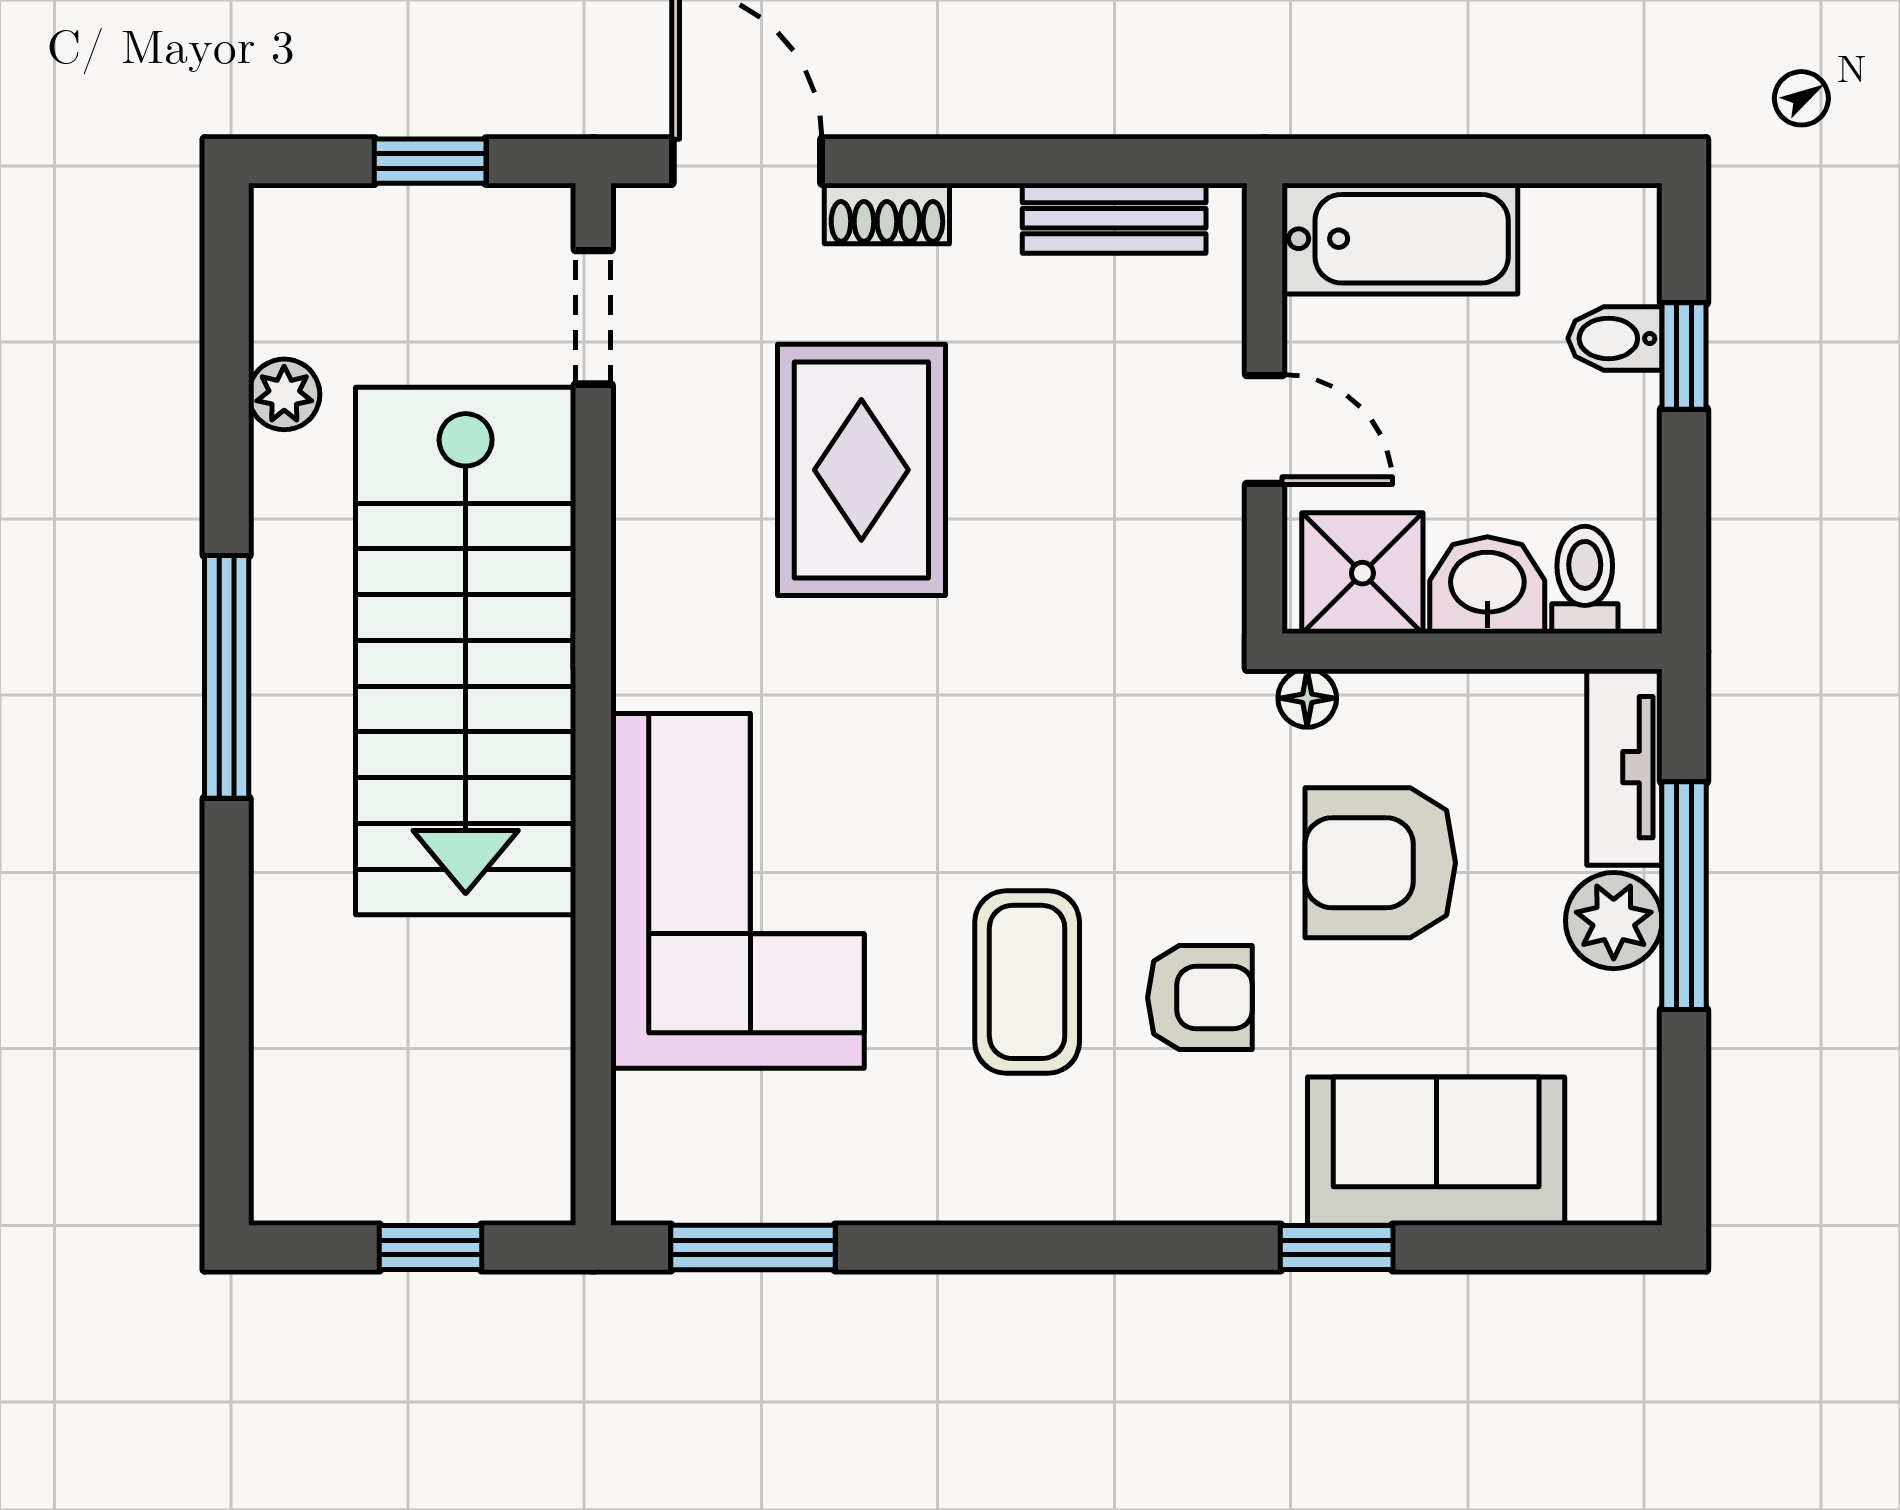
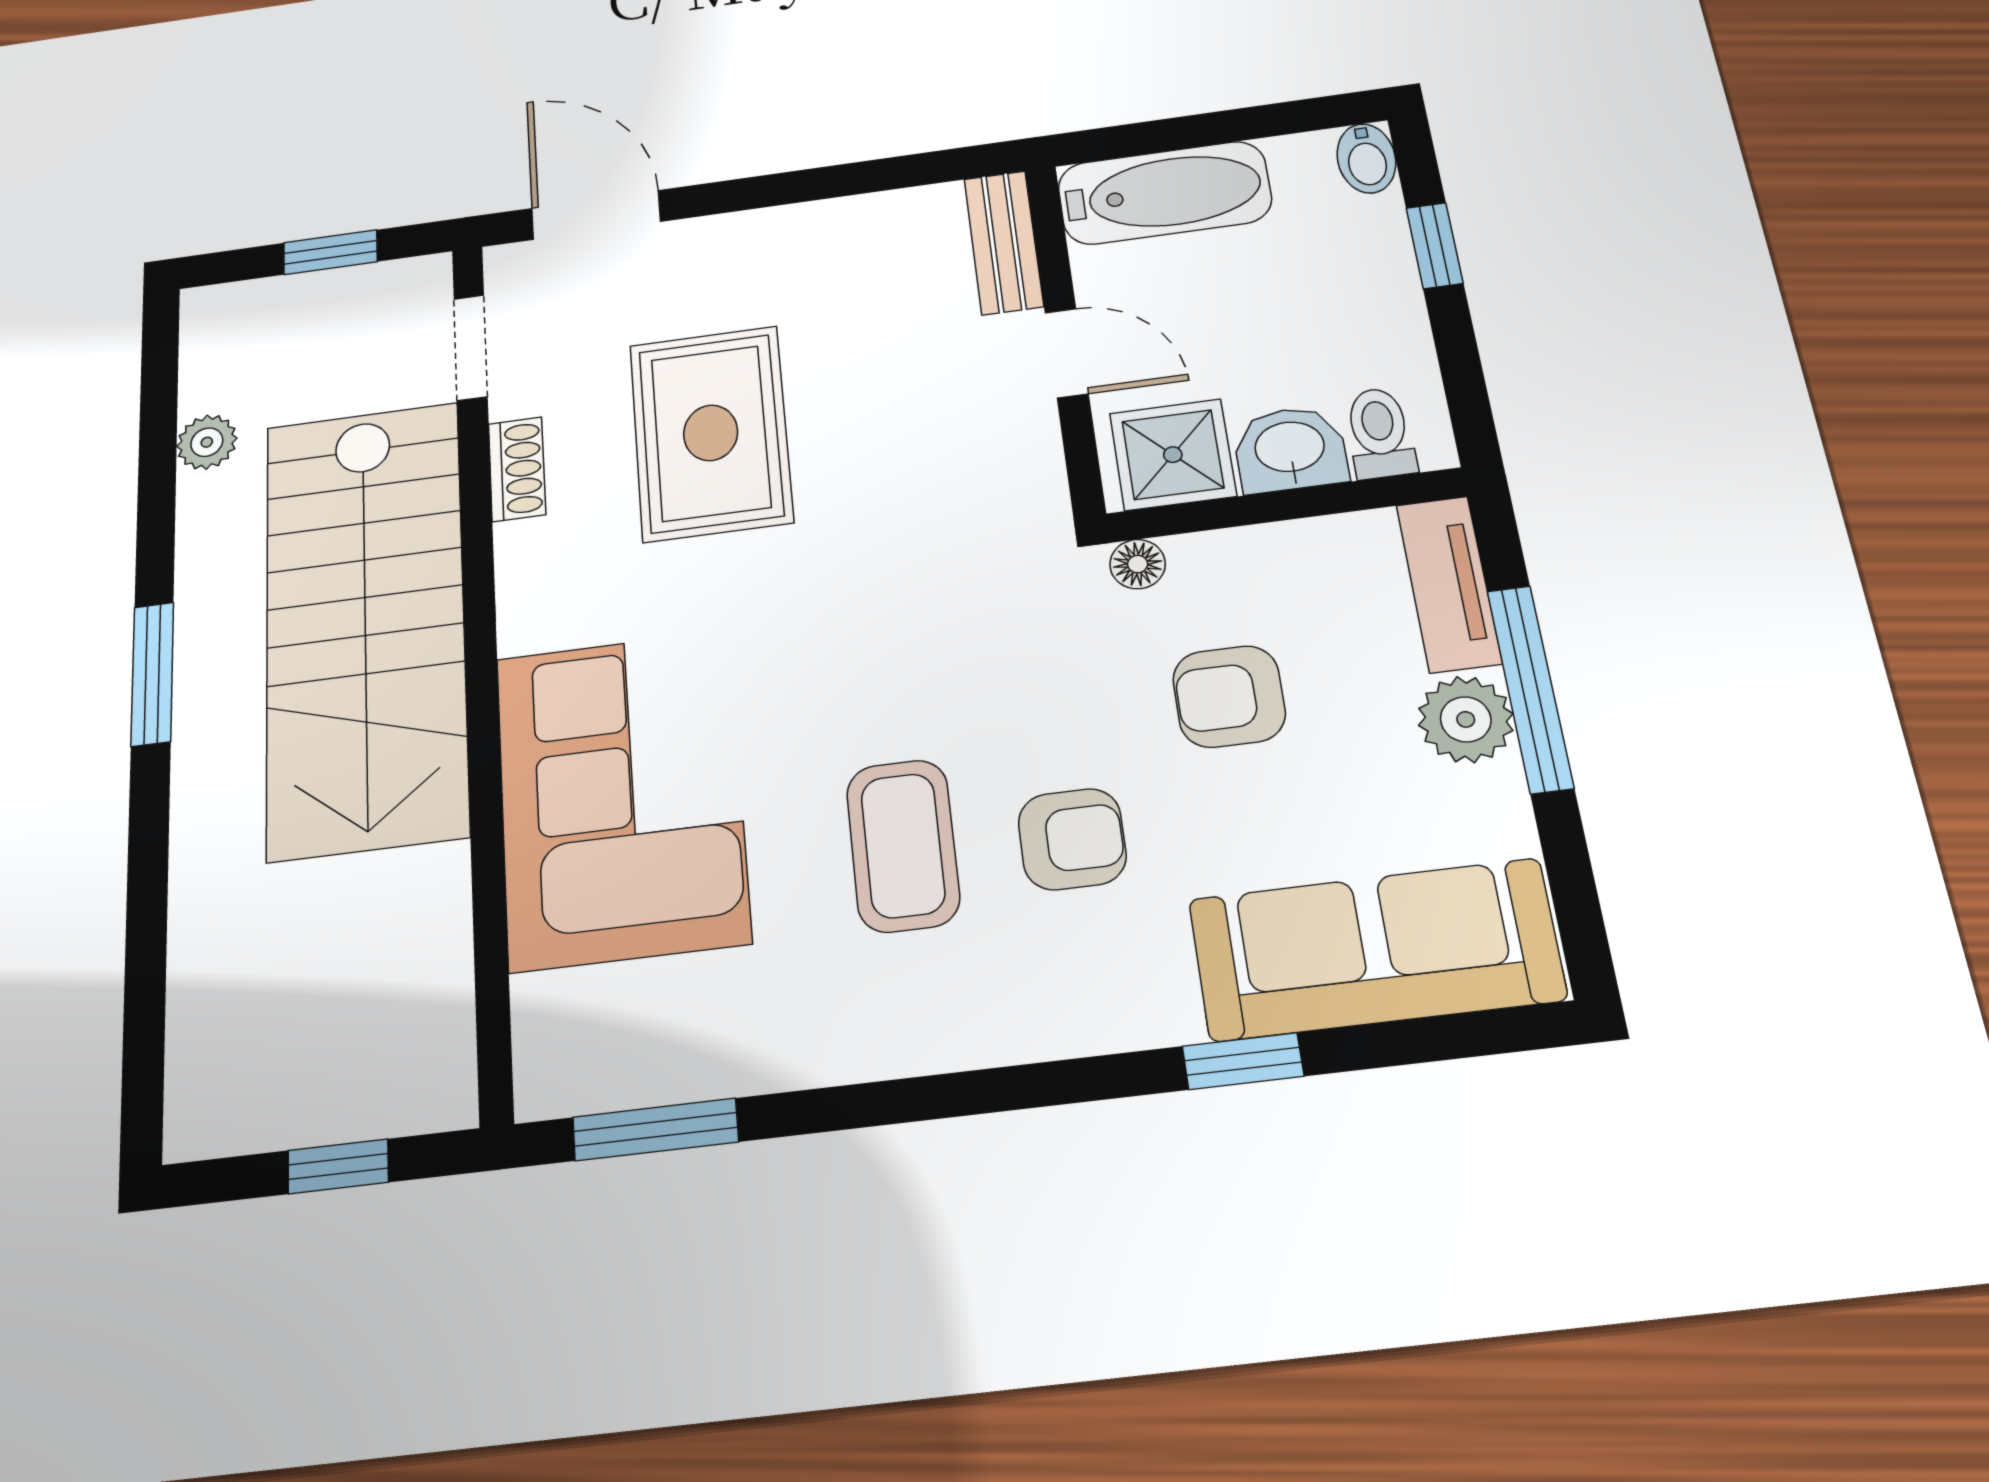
shoe rack: (887, 214) -> (517, 469), moved, turned -90
bench: (1114, 218) -> (1004, 242), moved, turned 90
bidet: (1615, 338) -> (1366, 158), moved, turned -90
window: (227, 677) -> (152, 674), width x0.69
armchair: (1380, 863) -> (1229, 696), width x0.72, depth x0.72
sofa: (1436, 1151) -> (1376, 950), width x1.36

